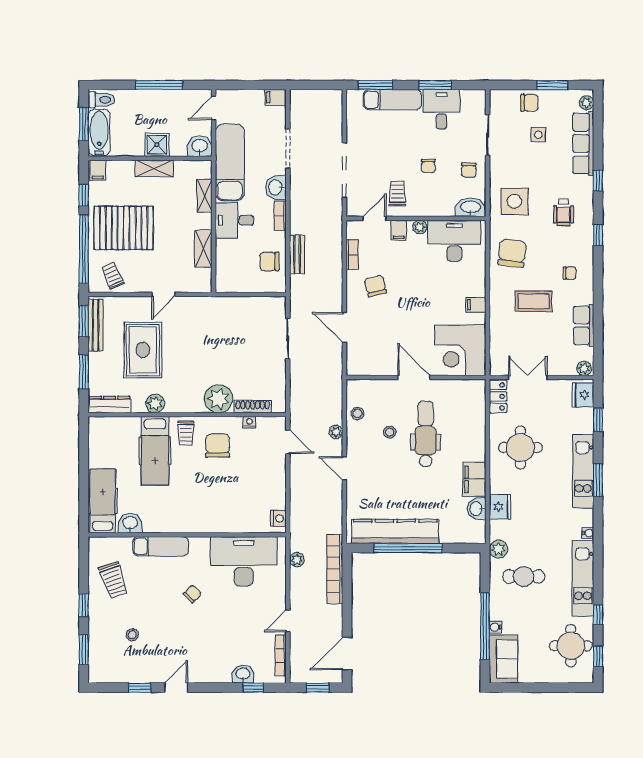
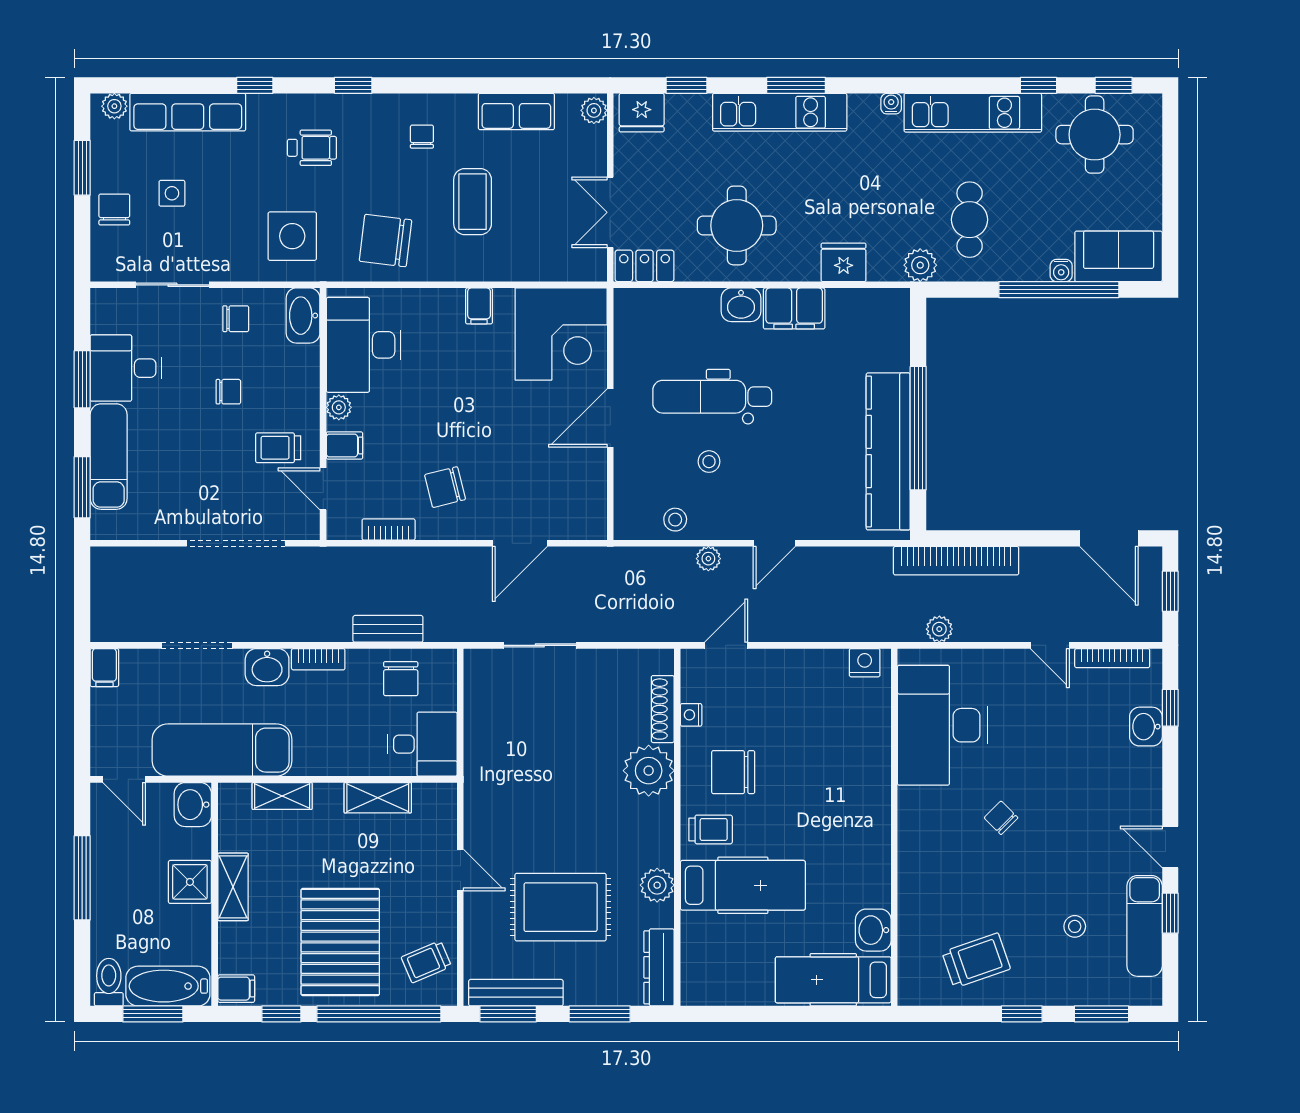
desk: (235, 220) -> (423, 744), moved, turned -90
washbasin: (477, 509) -> (741, 305), moved
exam couch: (161, 546) -> (1145, 926), moved, turned 180

